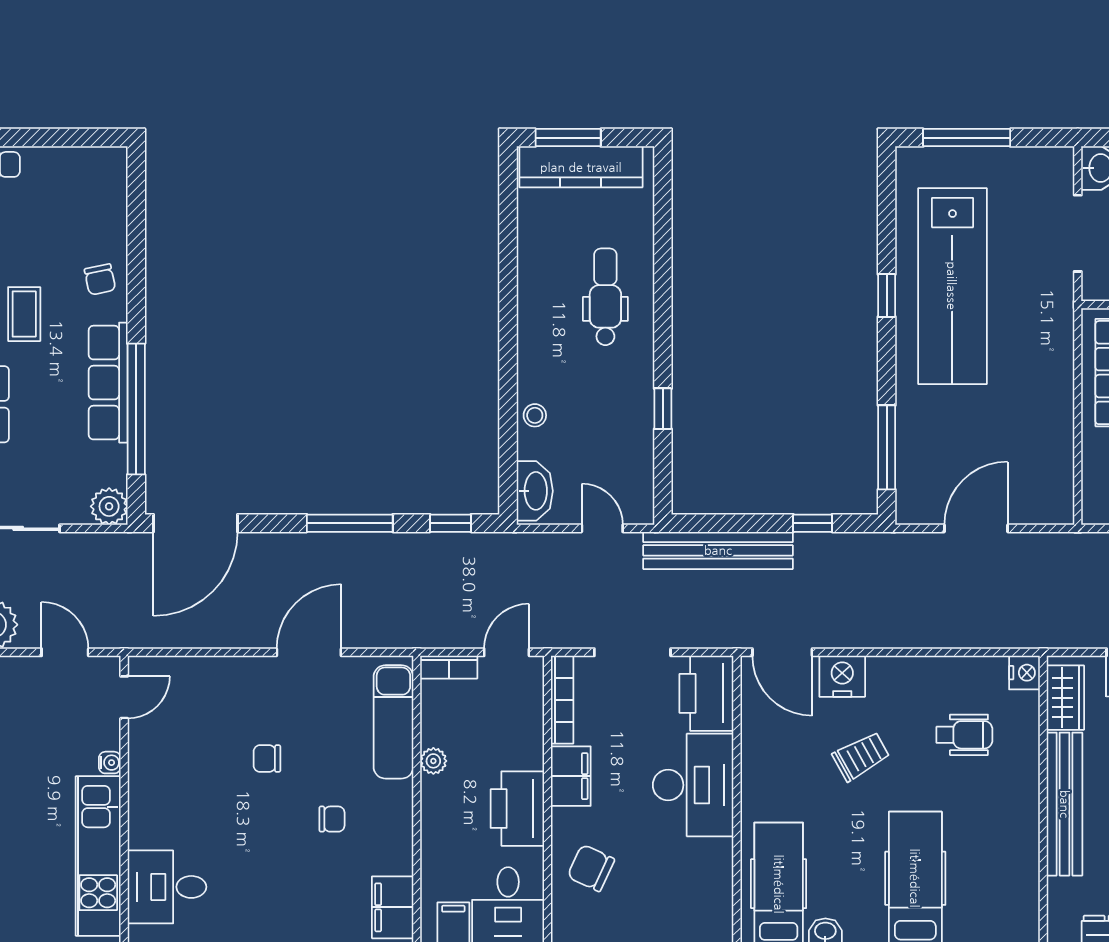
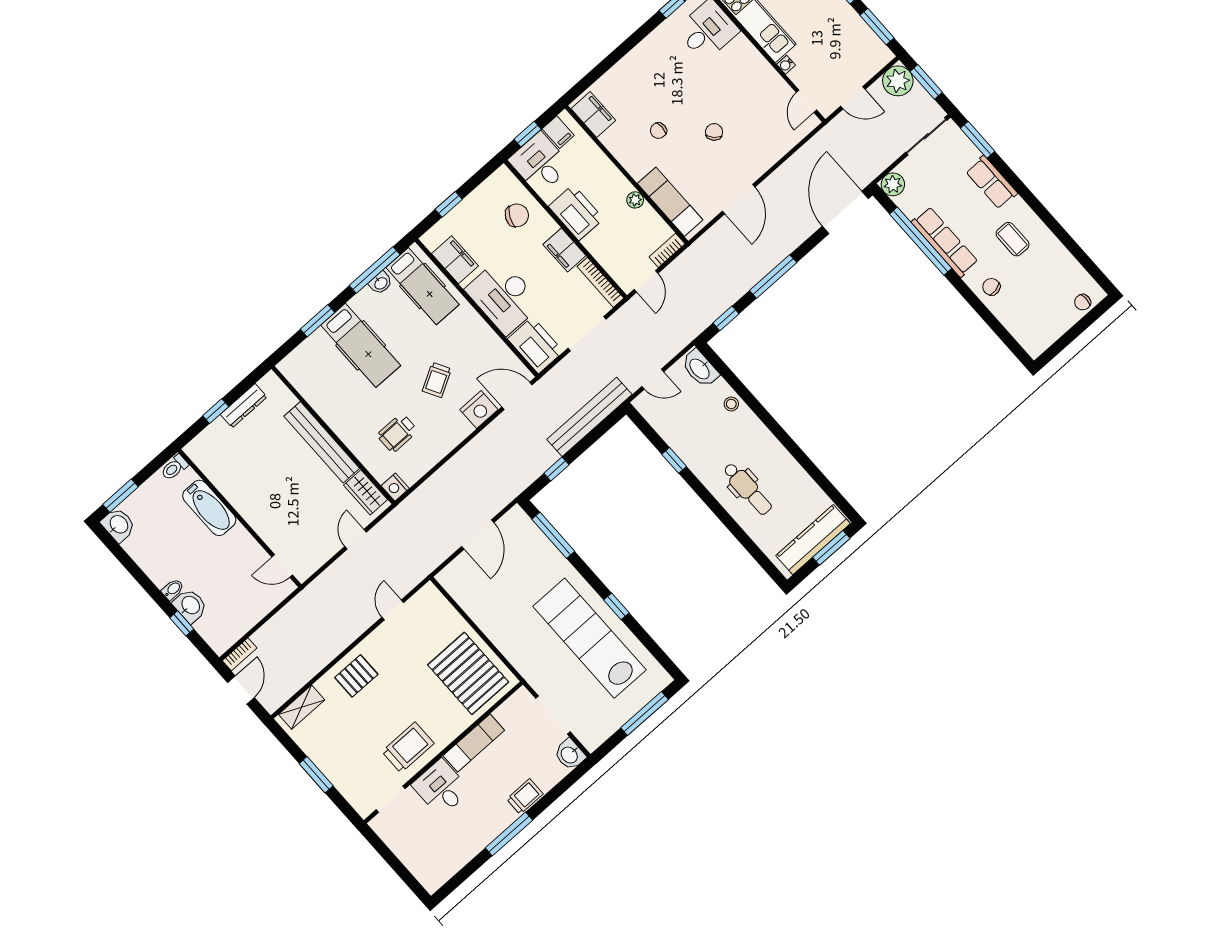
chair: (267, 759) -> (714, 132), turned -44
filing cabinet: (712, 881) -> (455, 260), added

